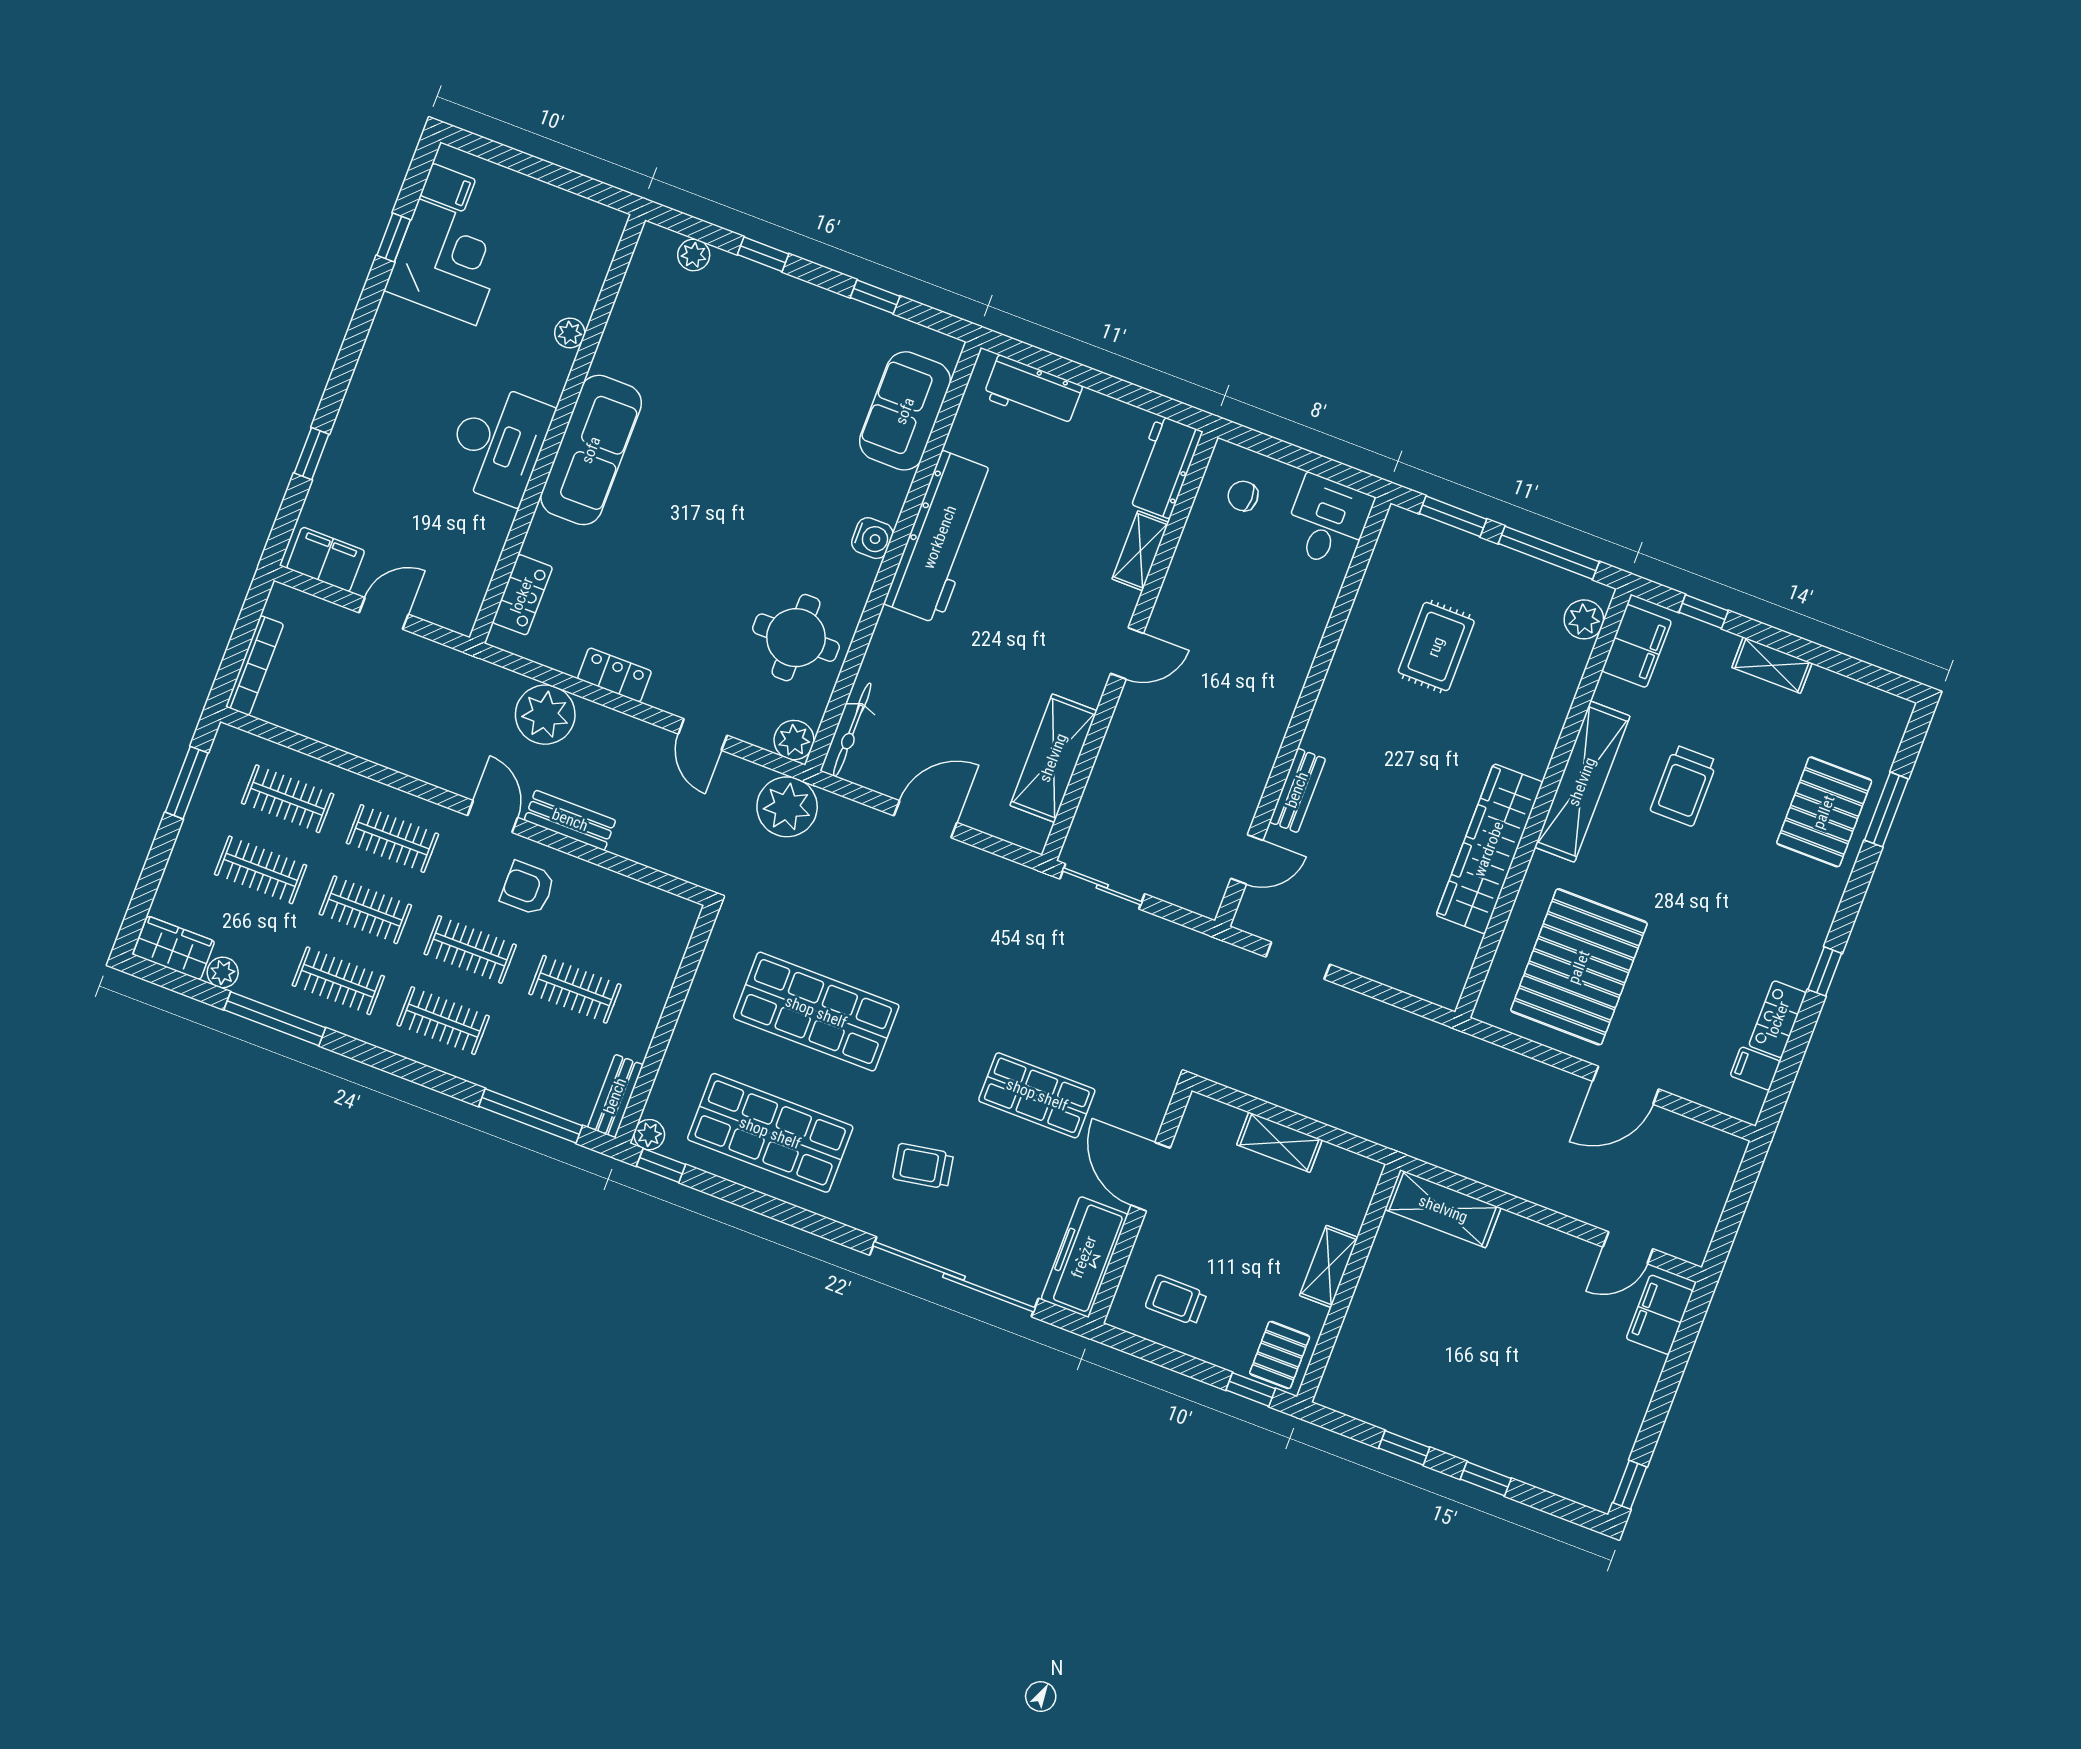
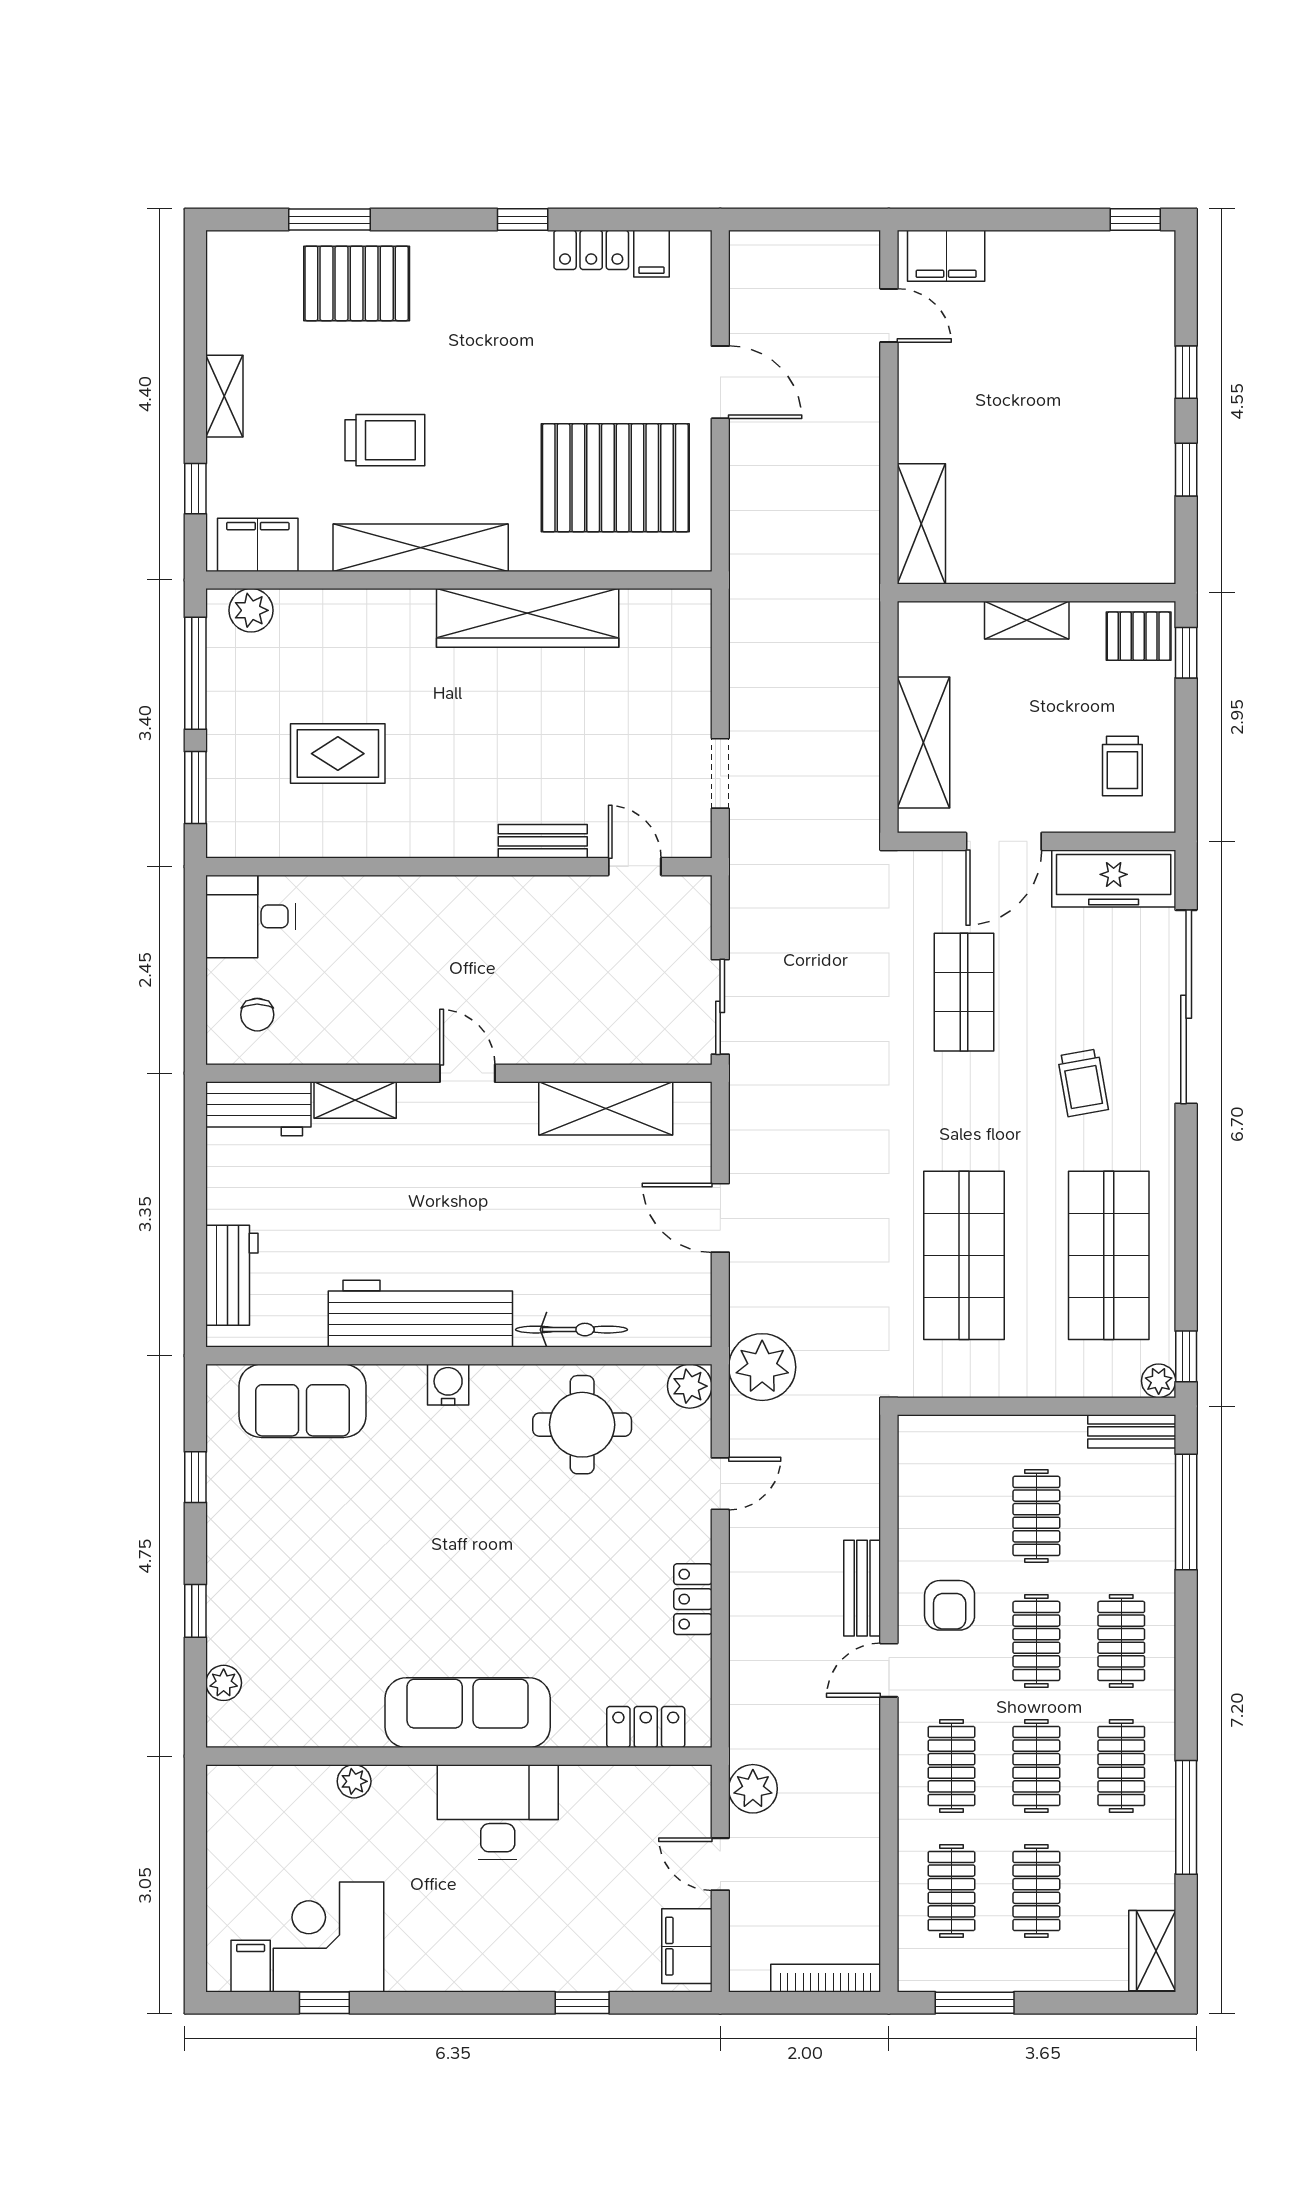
plant: (545, 715) -> (753, 1789), moved, width x0.73, depth x0.73
bicycle: (852, 730) -> (572, 1330), moved
plant: (223, 972) -> (1158, 1890), removed
shelving: (1279, 1142) -> (923, 742), width x1.50, depth x1.33

